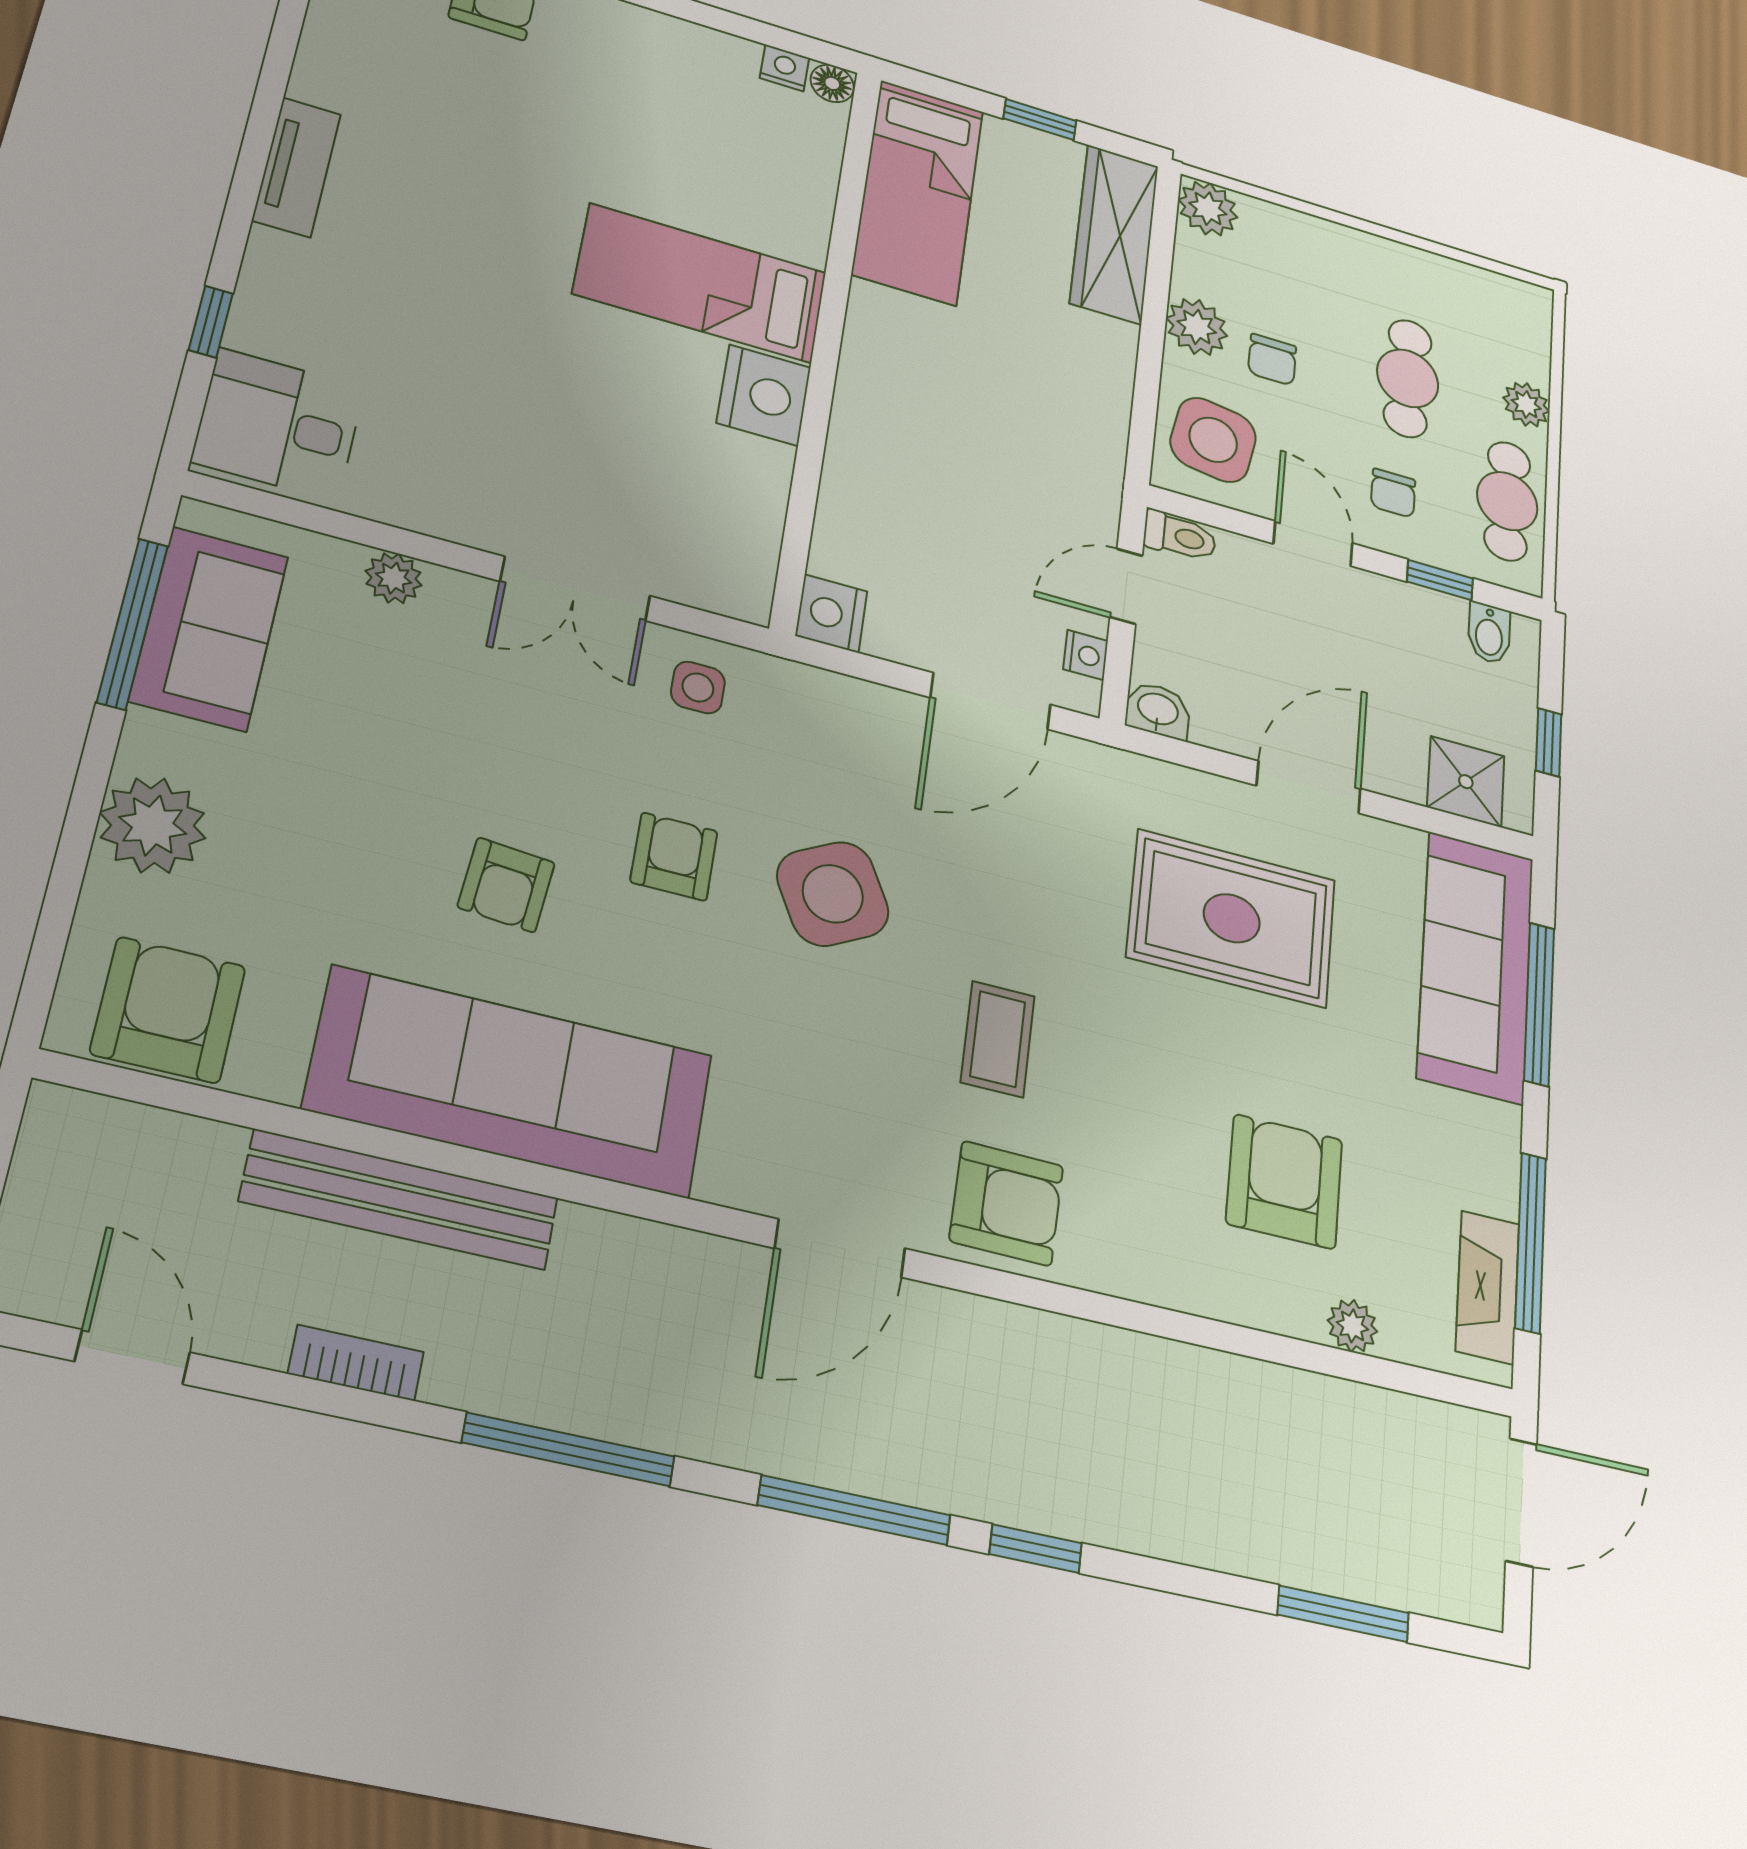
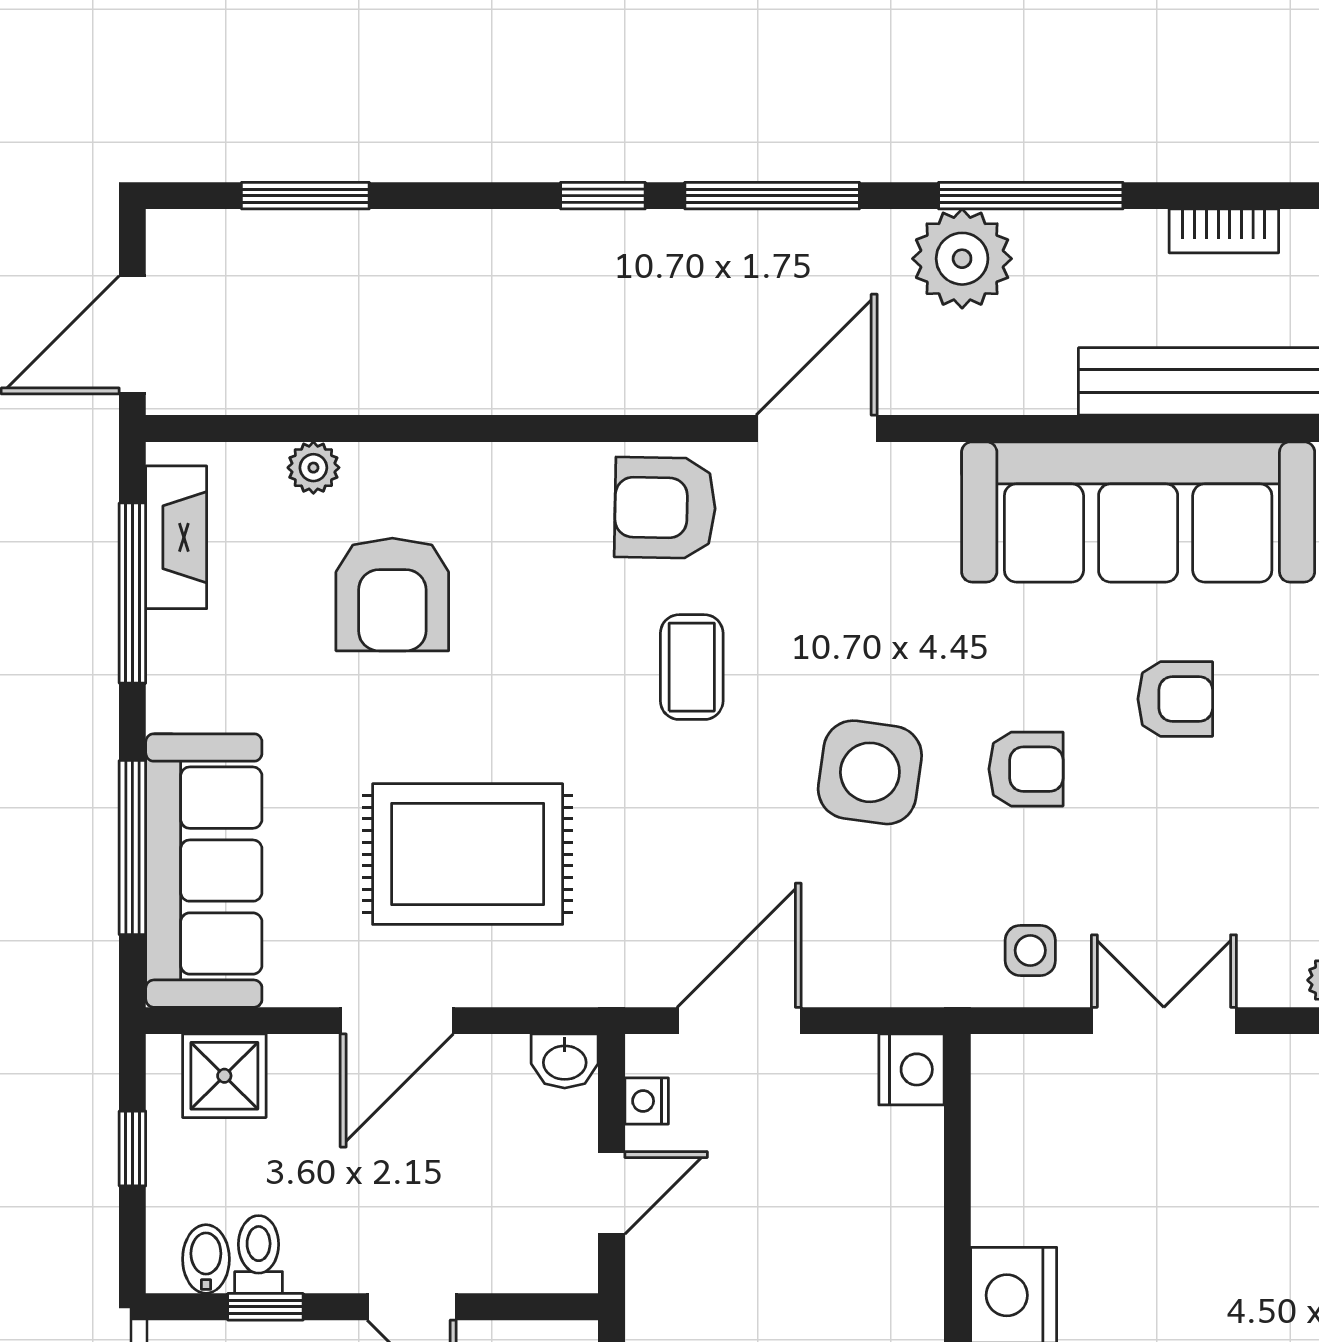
toilet: (1180, 536) -> (259, 1254), moved, turned 90
armchair: (674, 857) -> (1026, 769), turned -90
armchair: (506, 885) -> (1175, 699), turned 85
side table: (833, 894) -> (870, 772), turned 36
plant: (657, 1396) -> (962, 259), added

